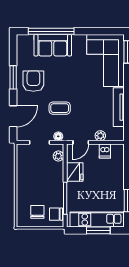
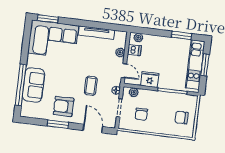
plant: (119, 154) -> (138, 38), added
chair: (56, 214) -> (141, 114), moved

